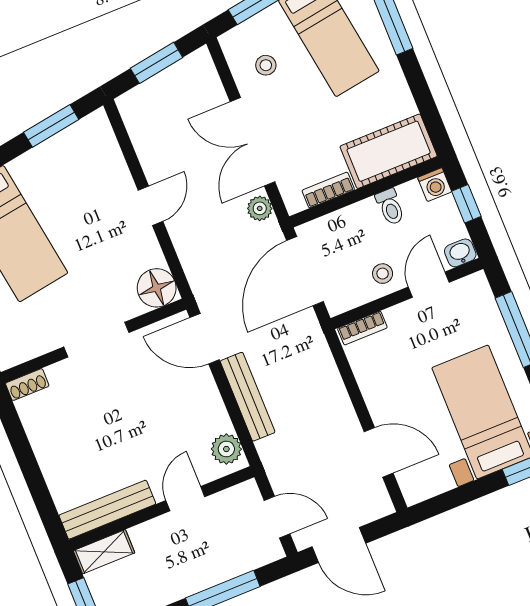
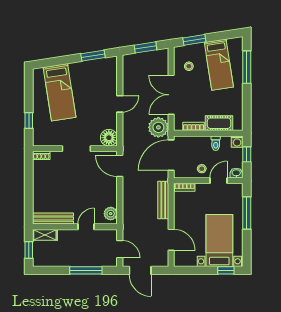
cot: (389, 151) -> (219, 123), width x0.73, depth x0.75
plant: (260, 208) -> (158, 127), width x1.88, depth x1.88
bench: (248, 397) -> (163, 200), moved

